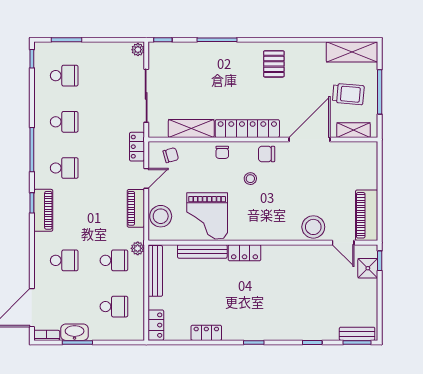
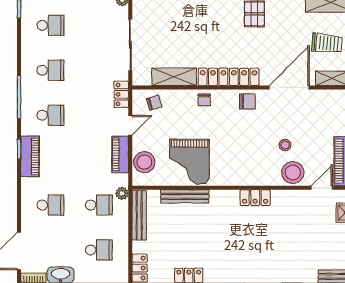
chair: (267, 154) -> (247, 102), turned 180
stool: (250, 179) -> (285, 145), moved
door: (343, 243) -> (322, 188), swing flipped
locker: (245, 253) -> (255, 198), moved

